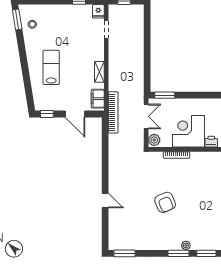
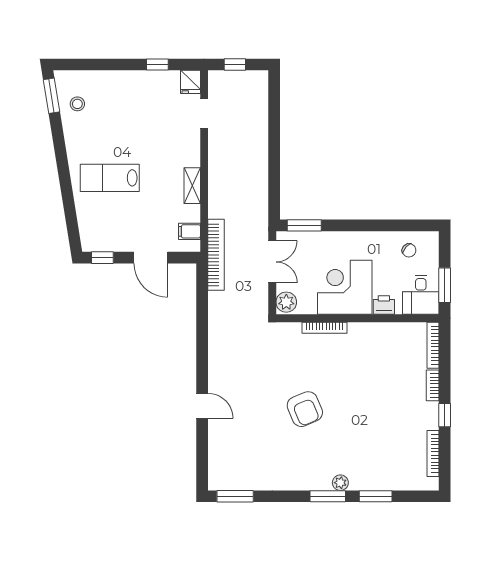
lab bench: (51, 67) -> (110, 178), turned -90
filing cabinet: (98, 99) -> (189, 231), width x0.50

